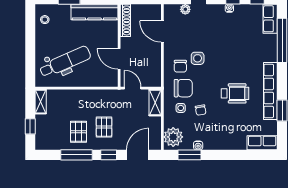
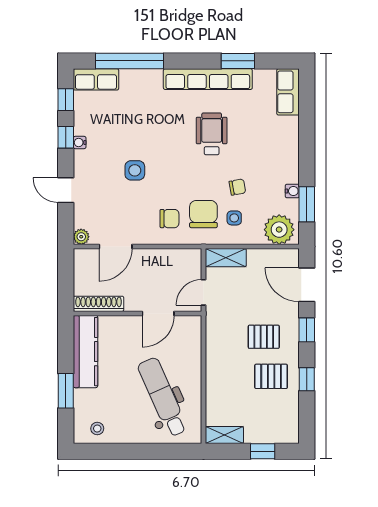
plant: (185, 9) -> (81, 237), moved
side table: (198, 58) -> (135, 170), moved
window: (77, 155) -> (307, 379), width x0.46

